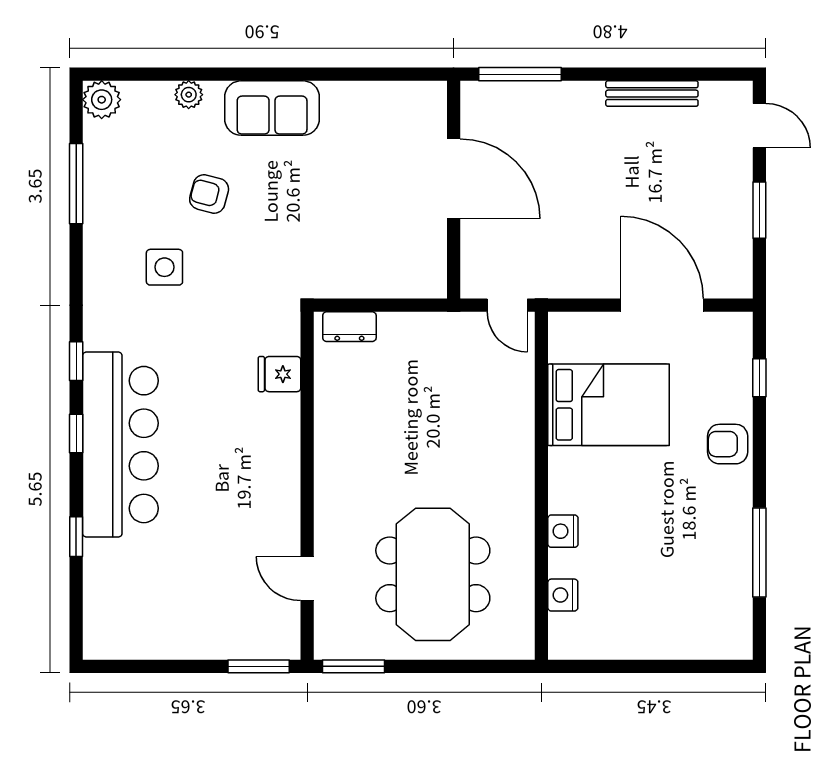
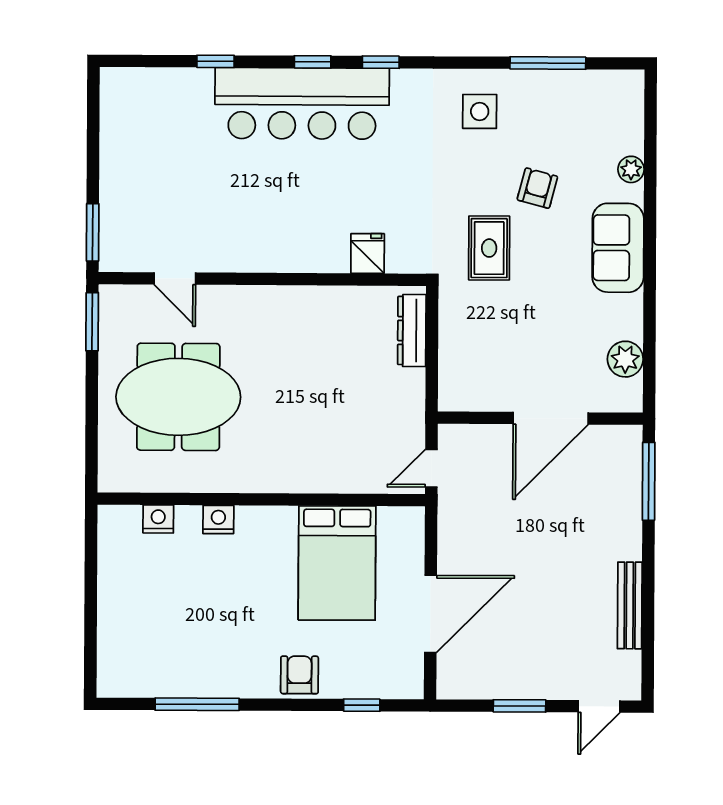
plant: (102, 100) -> (625, 359), moved
rug: (273, 245) -> (489, 248), added
side table: (164, 267) -> (480, 111), moved
dresser: (349, 327) -> (412, 331), width x1.44
door: (307, 579) -> (175, 279), swing flipped

